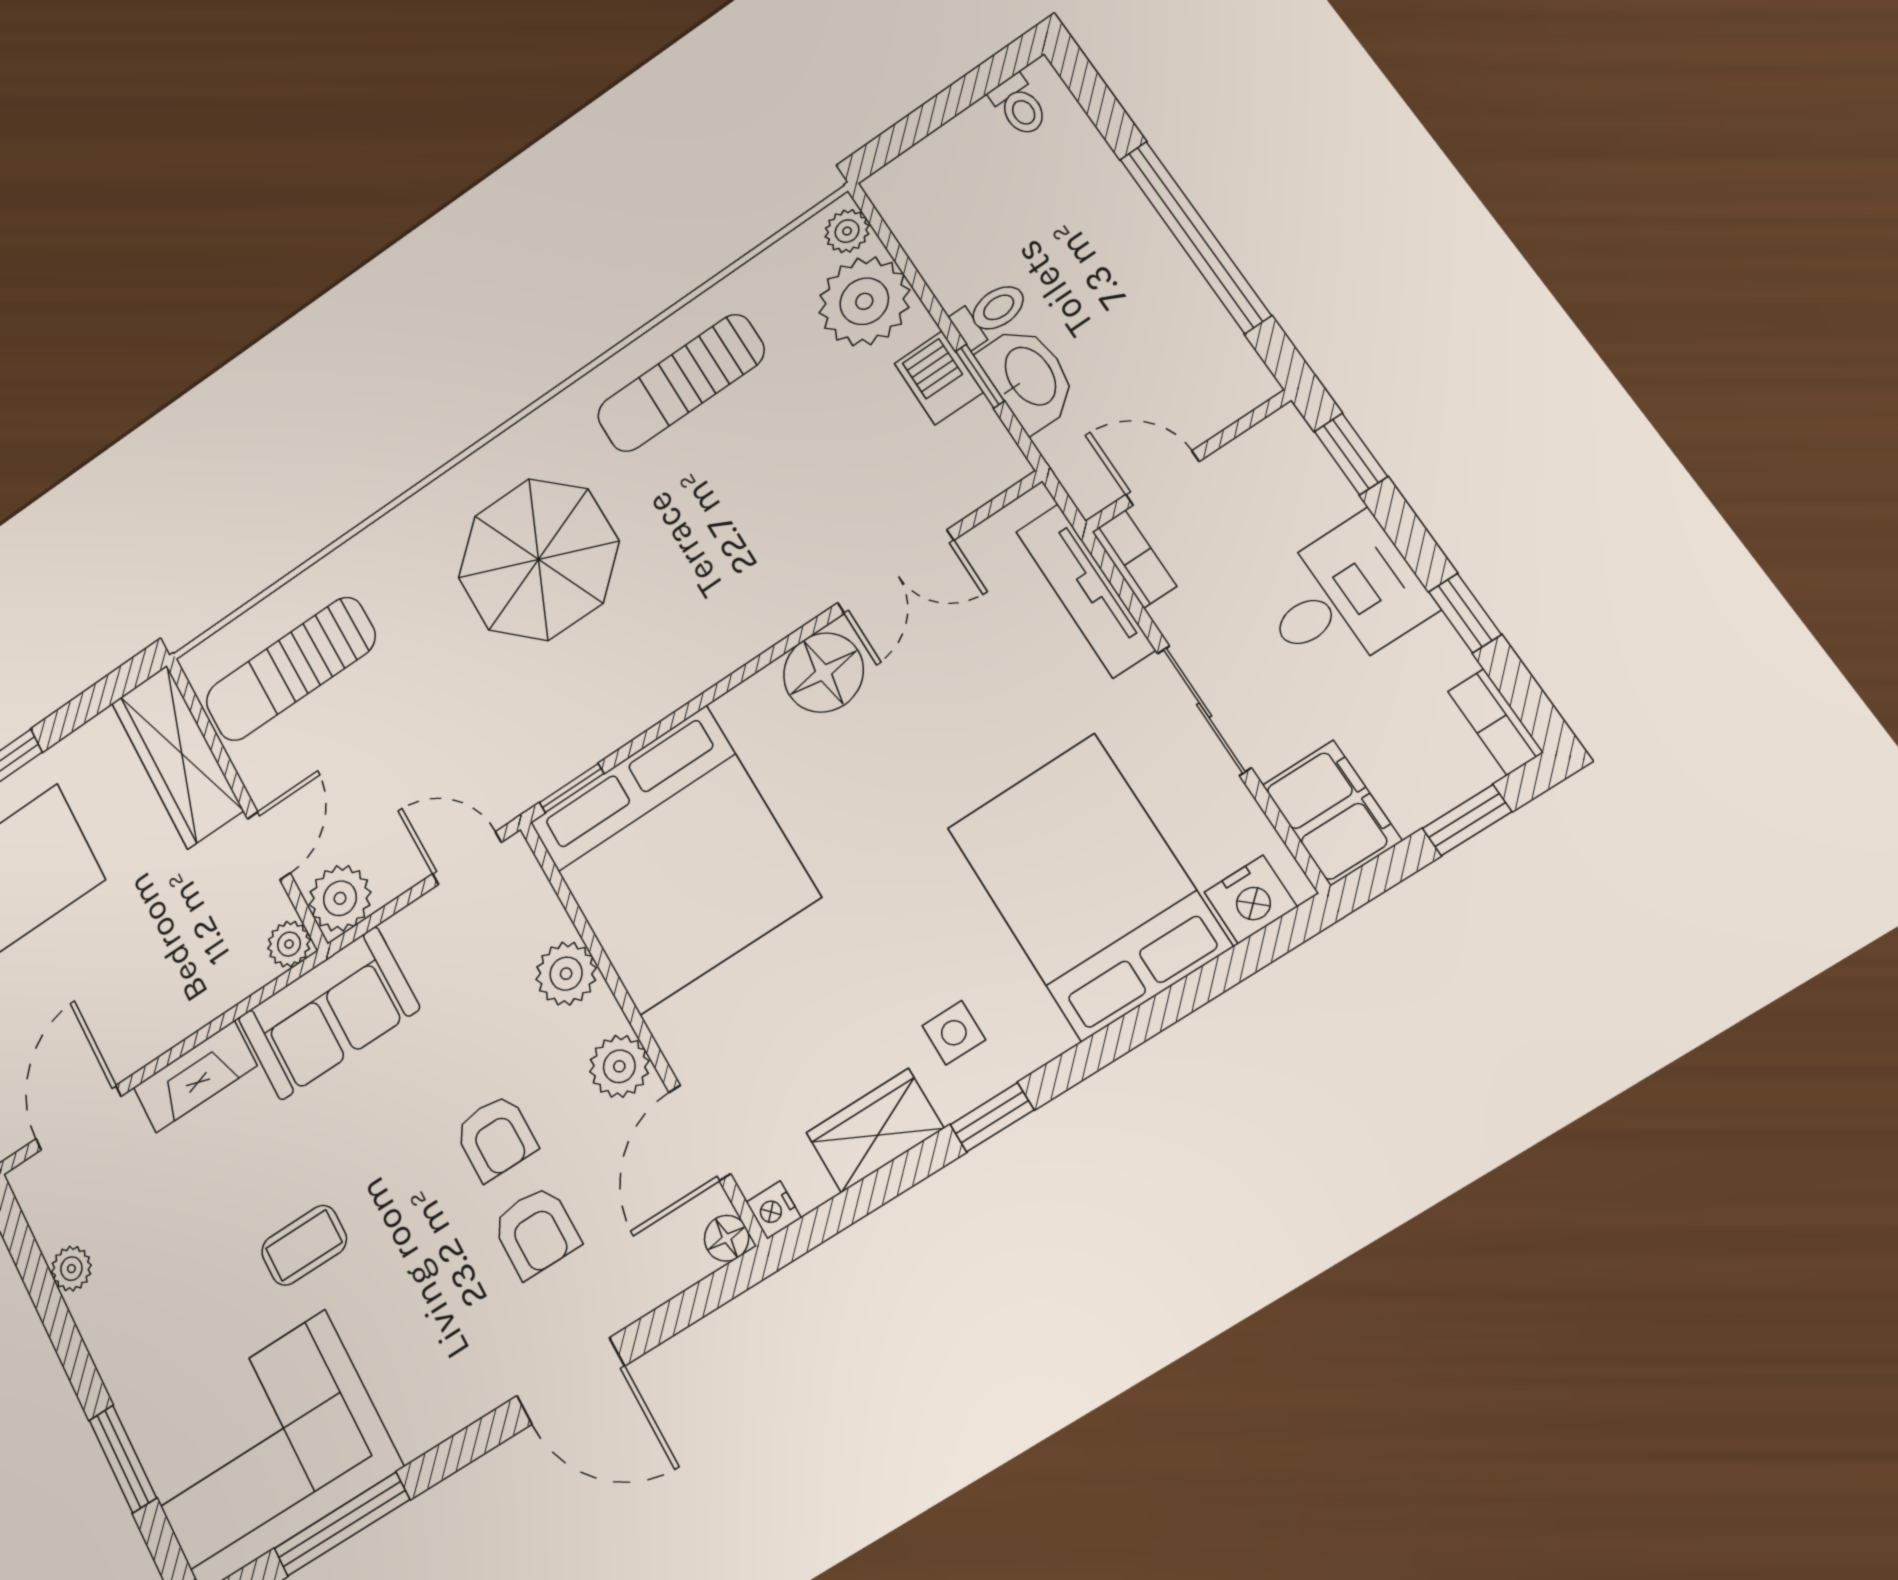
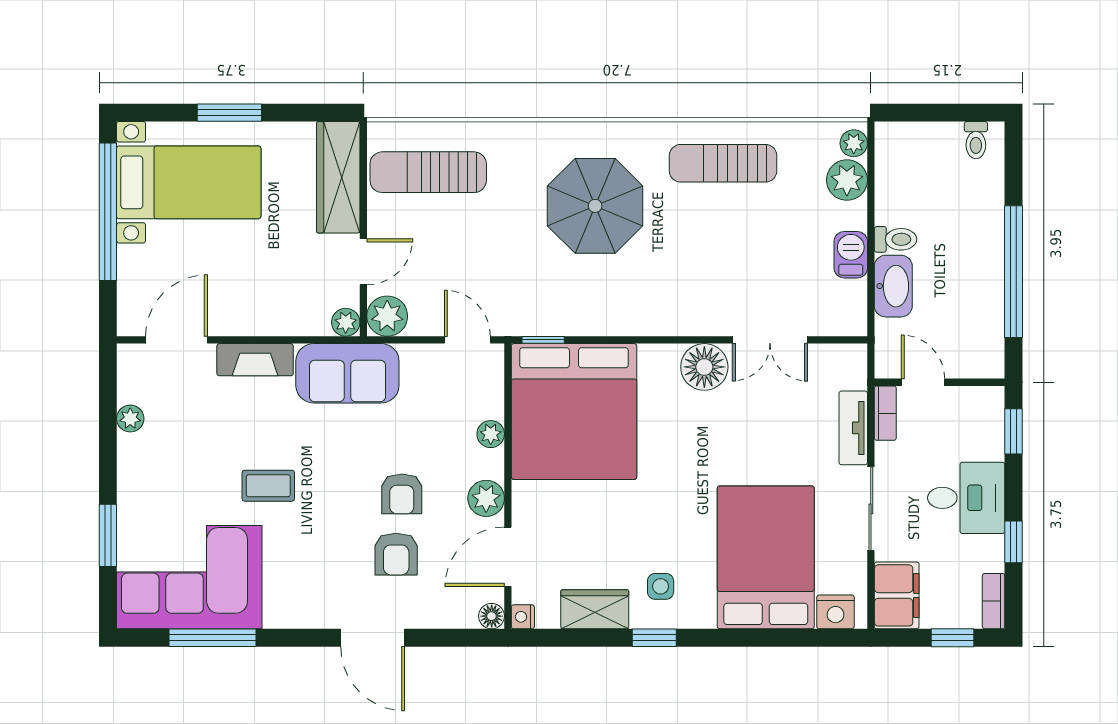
plant: (864, 301) -> (847, 180), width x0.73, depth x0.73
window: (980, 376) -> (871, 268), removed
tv unit: (1085, 591) -> (853, 428), width x0.71
plant: (566, 974) -> (491, 434), width x0.73, depth x0.73

